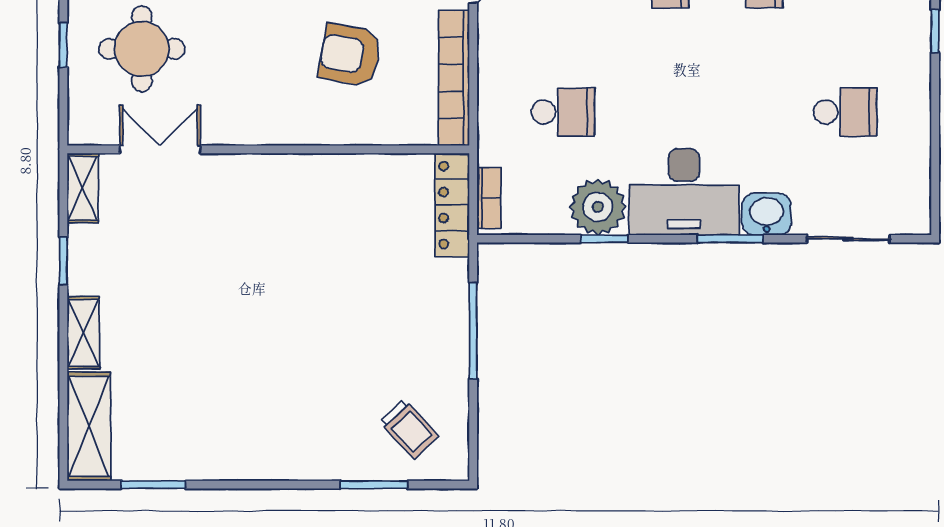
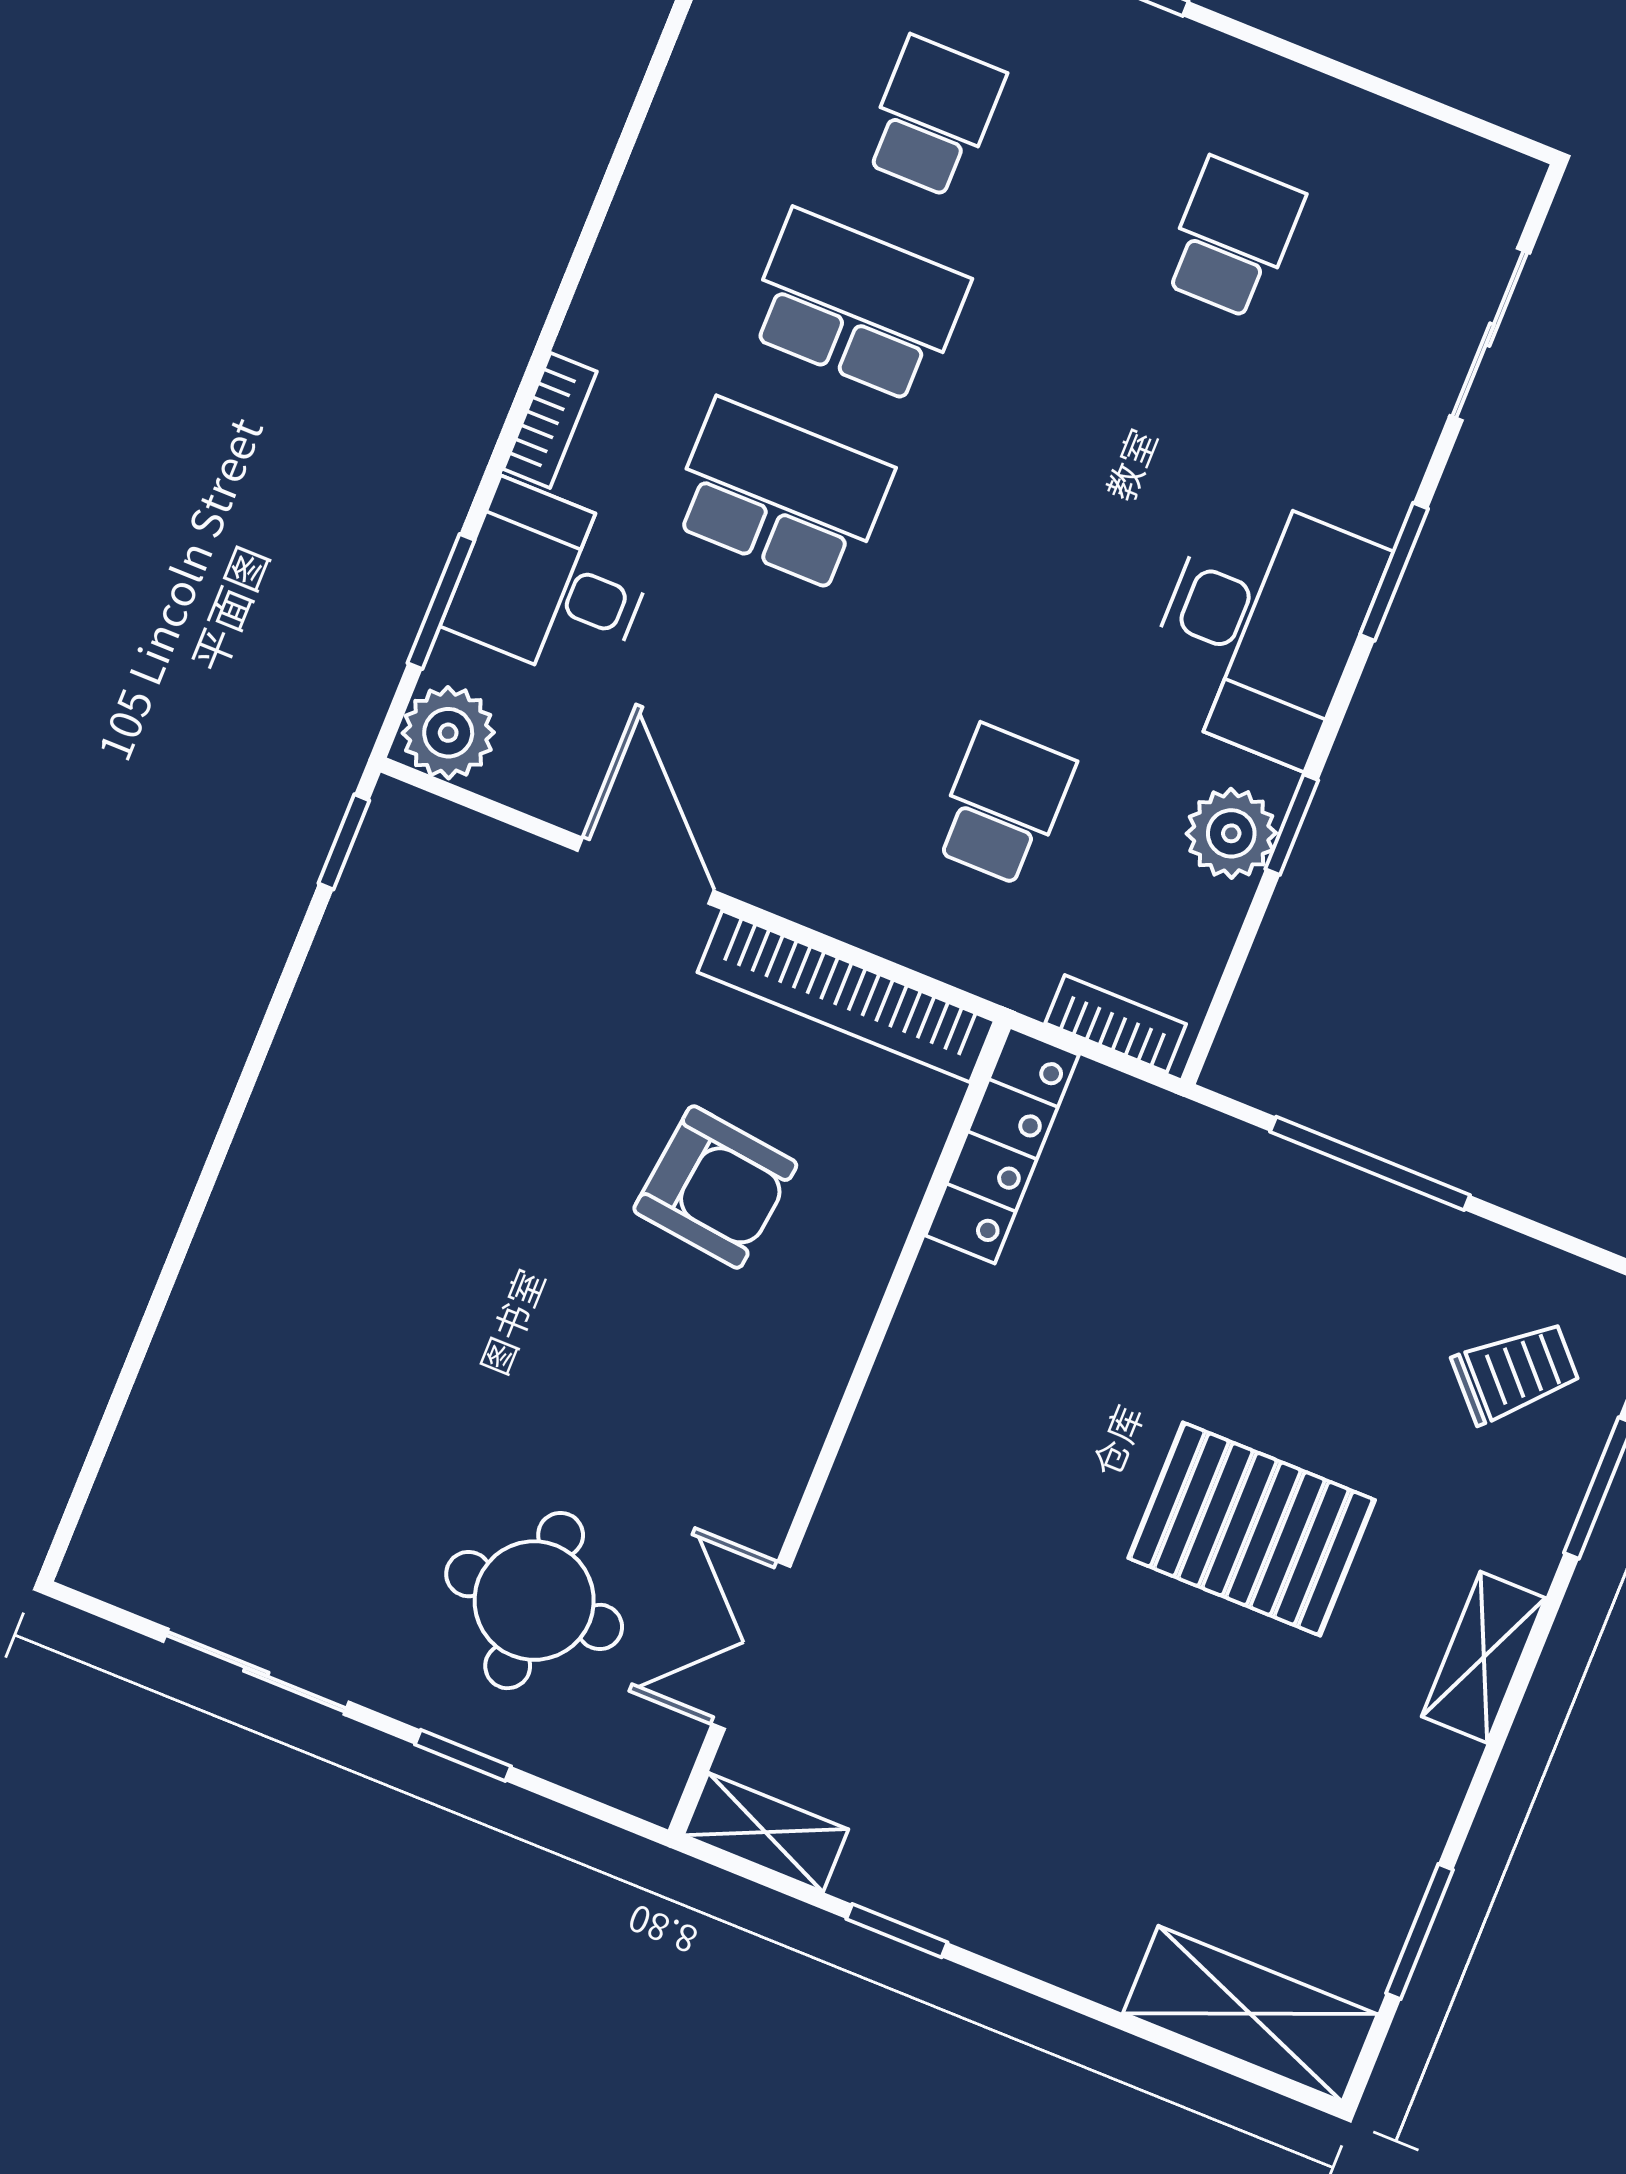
armchair: (350, 55) -> (715, 1187), turned -93
locker: (452, 205) -> (1002, 1145), moved, turned -90
plant: (598, 207) -> (1231, 833), width x0.73, depth x0.73
washbasin: (767, 214) -> (1374, 479), removed
shelving: (83, 333) -> (1484, 1657), moved, turned 90
pallet: (296, 343) -> (1252, 1529), added

